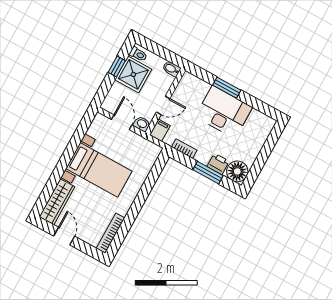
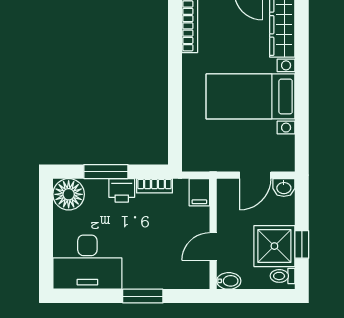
door: (163, 105) -> (213, 247), moved
desk: (224, 112) -> (87, 262), moved
door: (122, 122) -> (255, 175), hinge flipped
washbasin: (142, 124) -> (284, 187), moved
printer: (218, 164) -> (122, 190), moved

